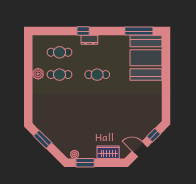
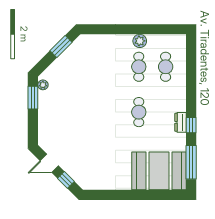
window: (83, 31) -> (191, 125), moved
dresser: (89, 40) -> (181, 122), moved
door: (140, 149) -> (49, 163), swing flipped
wardrobe: (108, 152) -> (45, 125), removed

